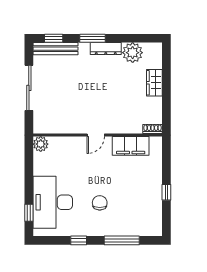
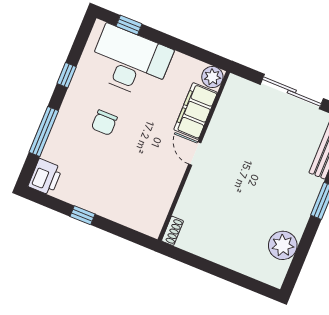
dresser: (106, 49) -> (302, 213), removed
wardrobe: (154, 83) -> (232, 258), removed
filing cabinet: (131, 146) -> (196, 111), moved
chair: (100, 203) -> (104, 123), turned 90
printer: (151, 227) -> (45, 177), added

